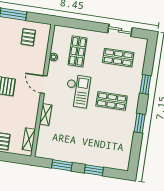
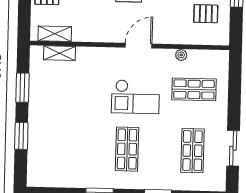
shelving: (46, 114) -> (59, 53), moved

